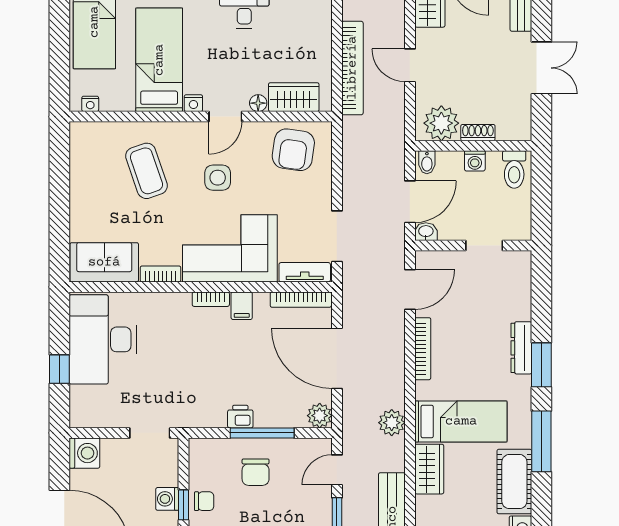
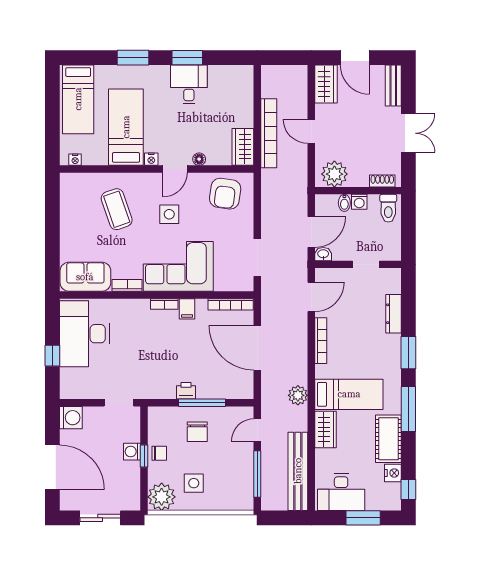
wardrobe: (294, 97) -> (243, 147), moved, turned -90
shoe rack: (478, 133) -> (382, 181), moved
bidet: (427, 162) -> (344, 203), moved
tv unit: (305, 272) -> (234, 284), removed
dresser: (521, 348) -> (394, 314), moved
plant: (320, 416) -> (245, 390), removed

